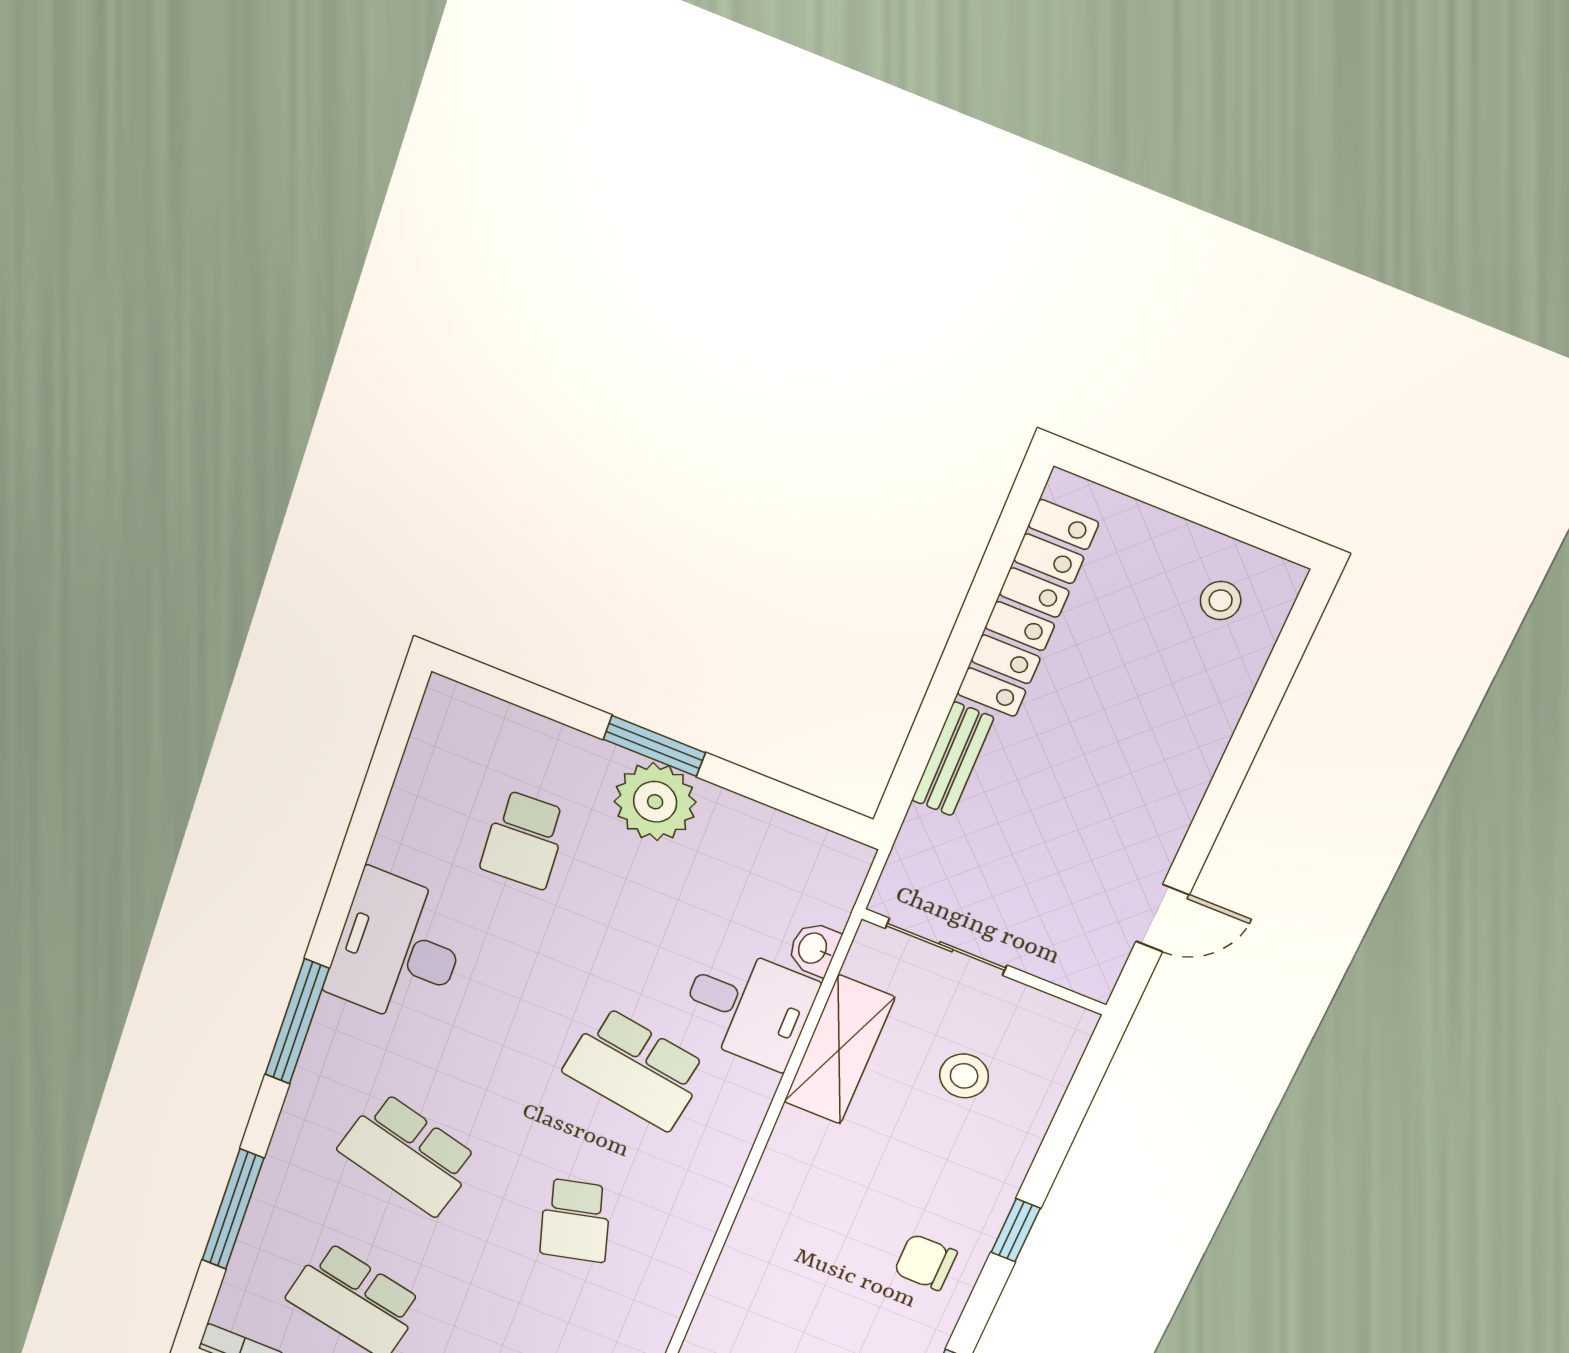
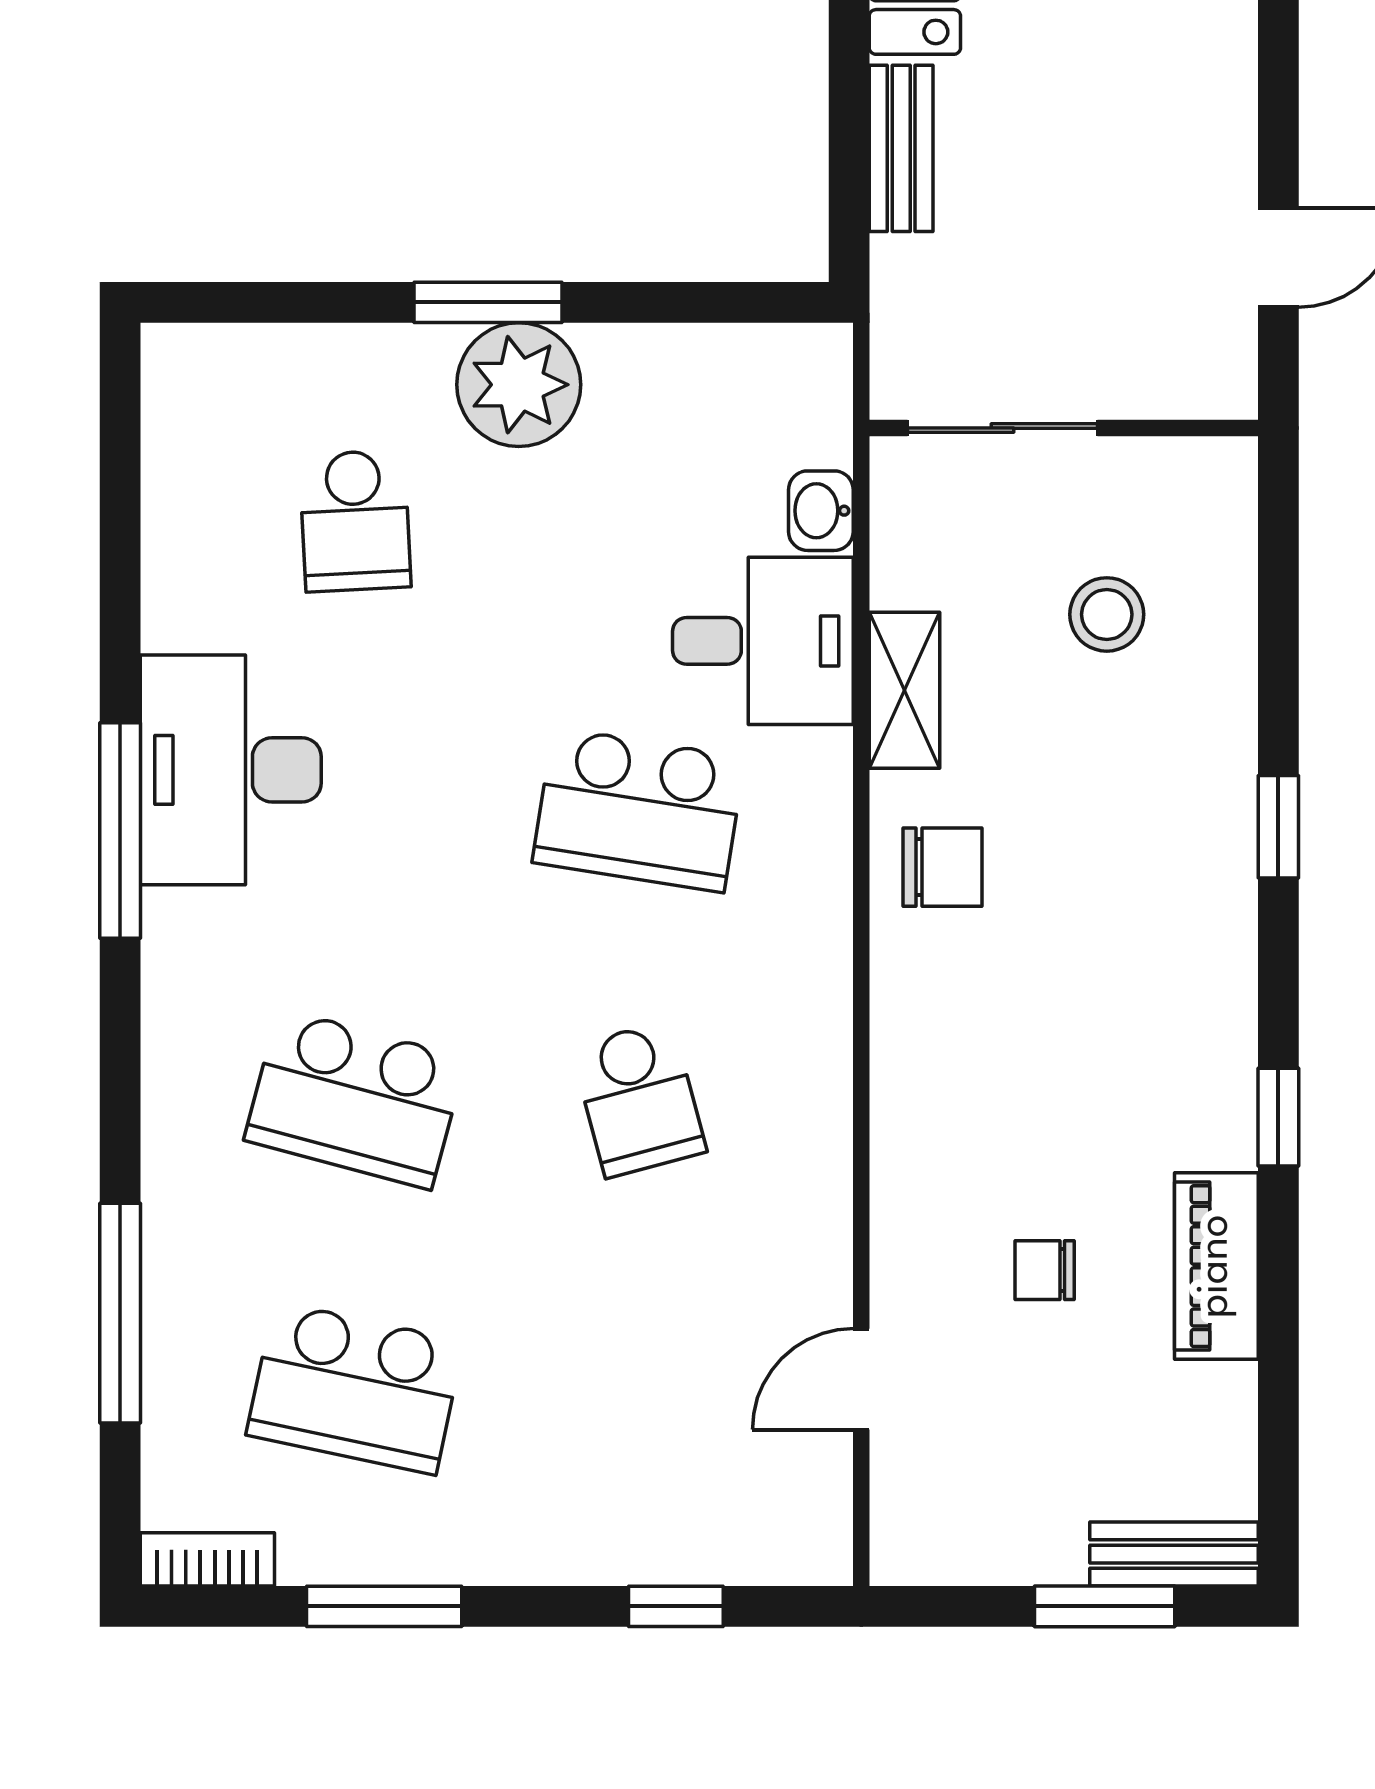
window: (297, 1022) -> (120, 831), moved
shelving: (839, 1050) -> (905, 690), width x0.67, depth x0.75
chair: (926, 1262) -> (943, 867), moved, turned 180

